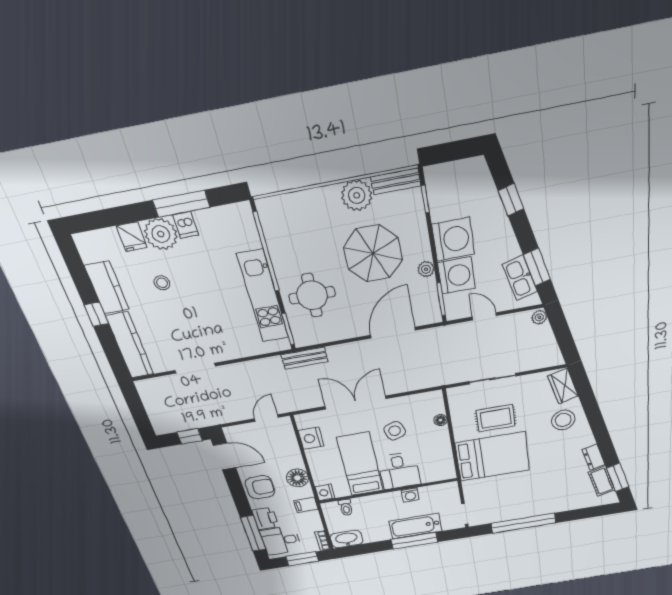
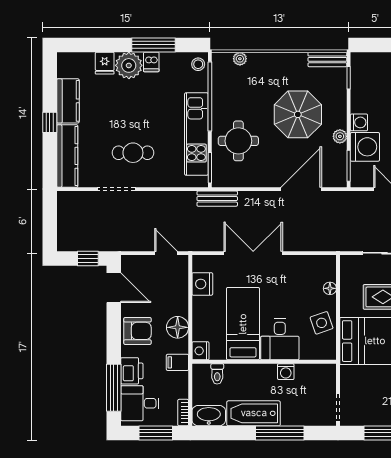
plant: (357, 195) -> (240, 59), moved, width x0.53, depth x0.53
washing machine: (453, 239) -> (359, 122), width x0.53, depth x0.53
stool: (162, 283) -> (198, 64), moved
cafe table: (200, 329) -> (133, 153), added
door: (266, 418) -> (166, 253), hinge flipped
side table: (395, 431) -> (322, 323), moved
bathtub: (415, 526) -> (254, 413), moved

